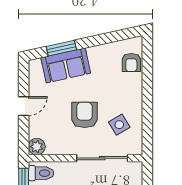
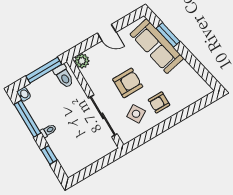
armchair: (131, 63) -> (159, 102), moved
sofa: (66, 65) -> (157, 46), width x1.36

